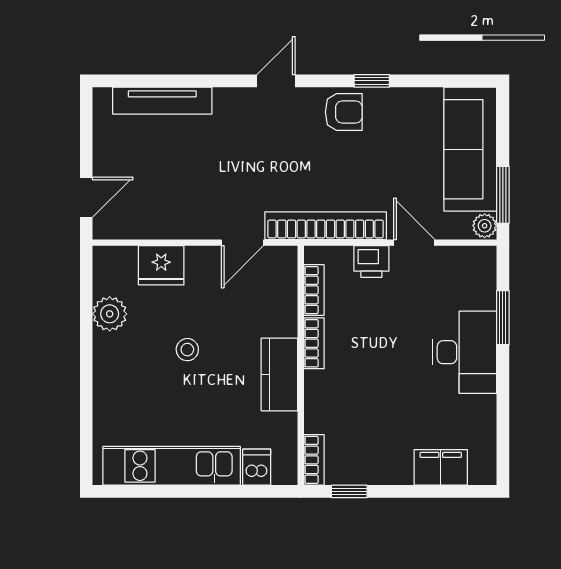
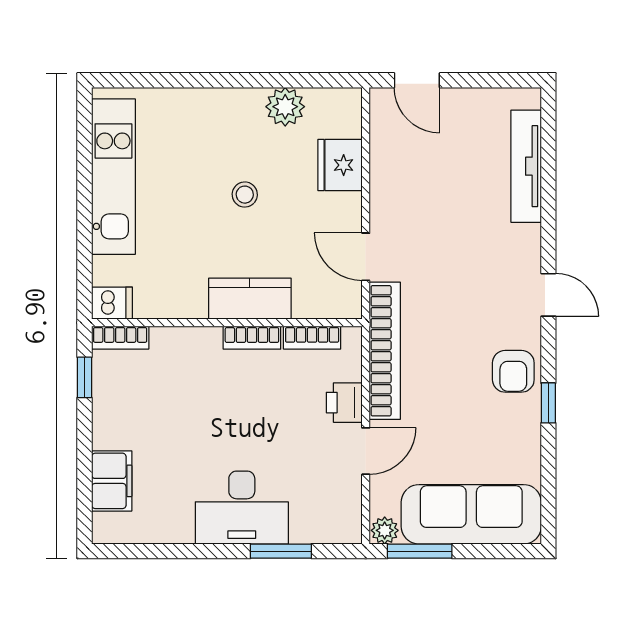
kitchen counter: (279, 374) -> (250, 299), moved
dishwasher: (257, 467) -> (112, 303), moved

